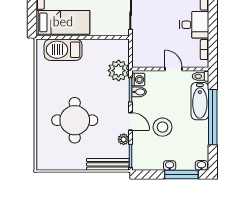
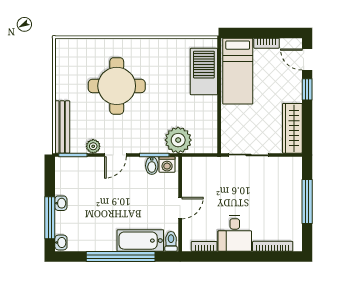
stool: (163, 127) -> (108, 194), removed

